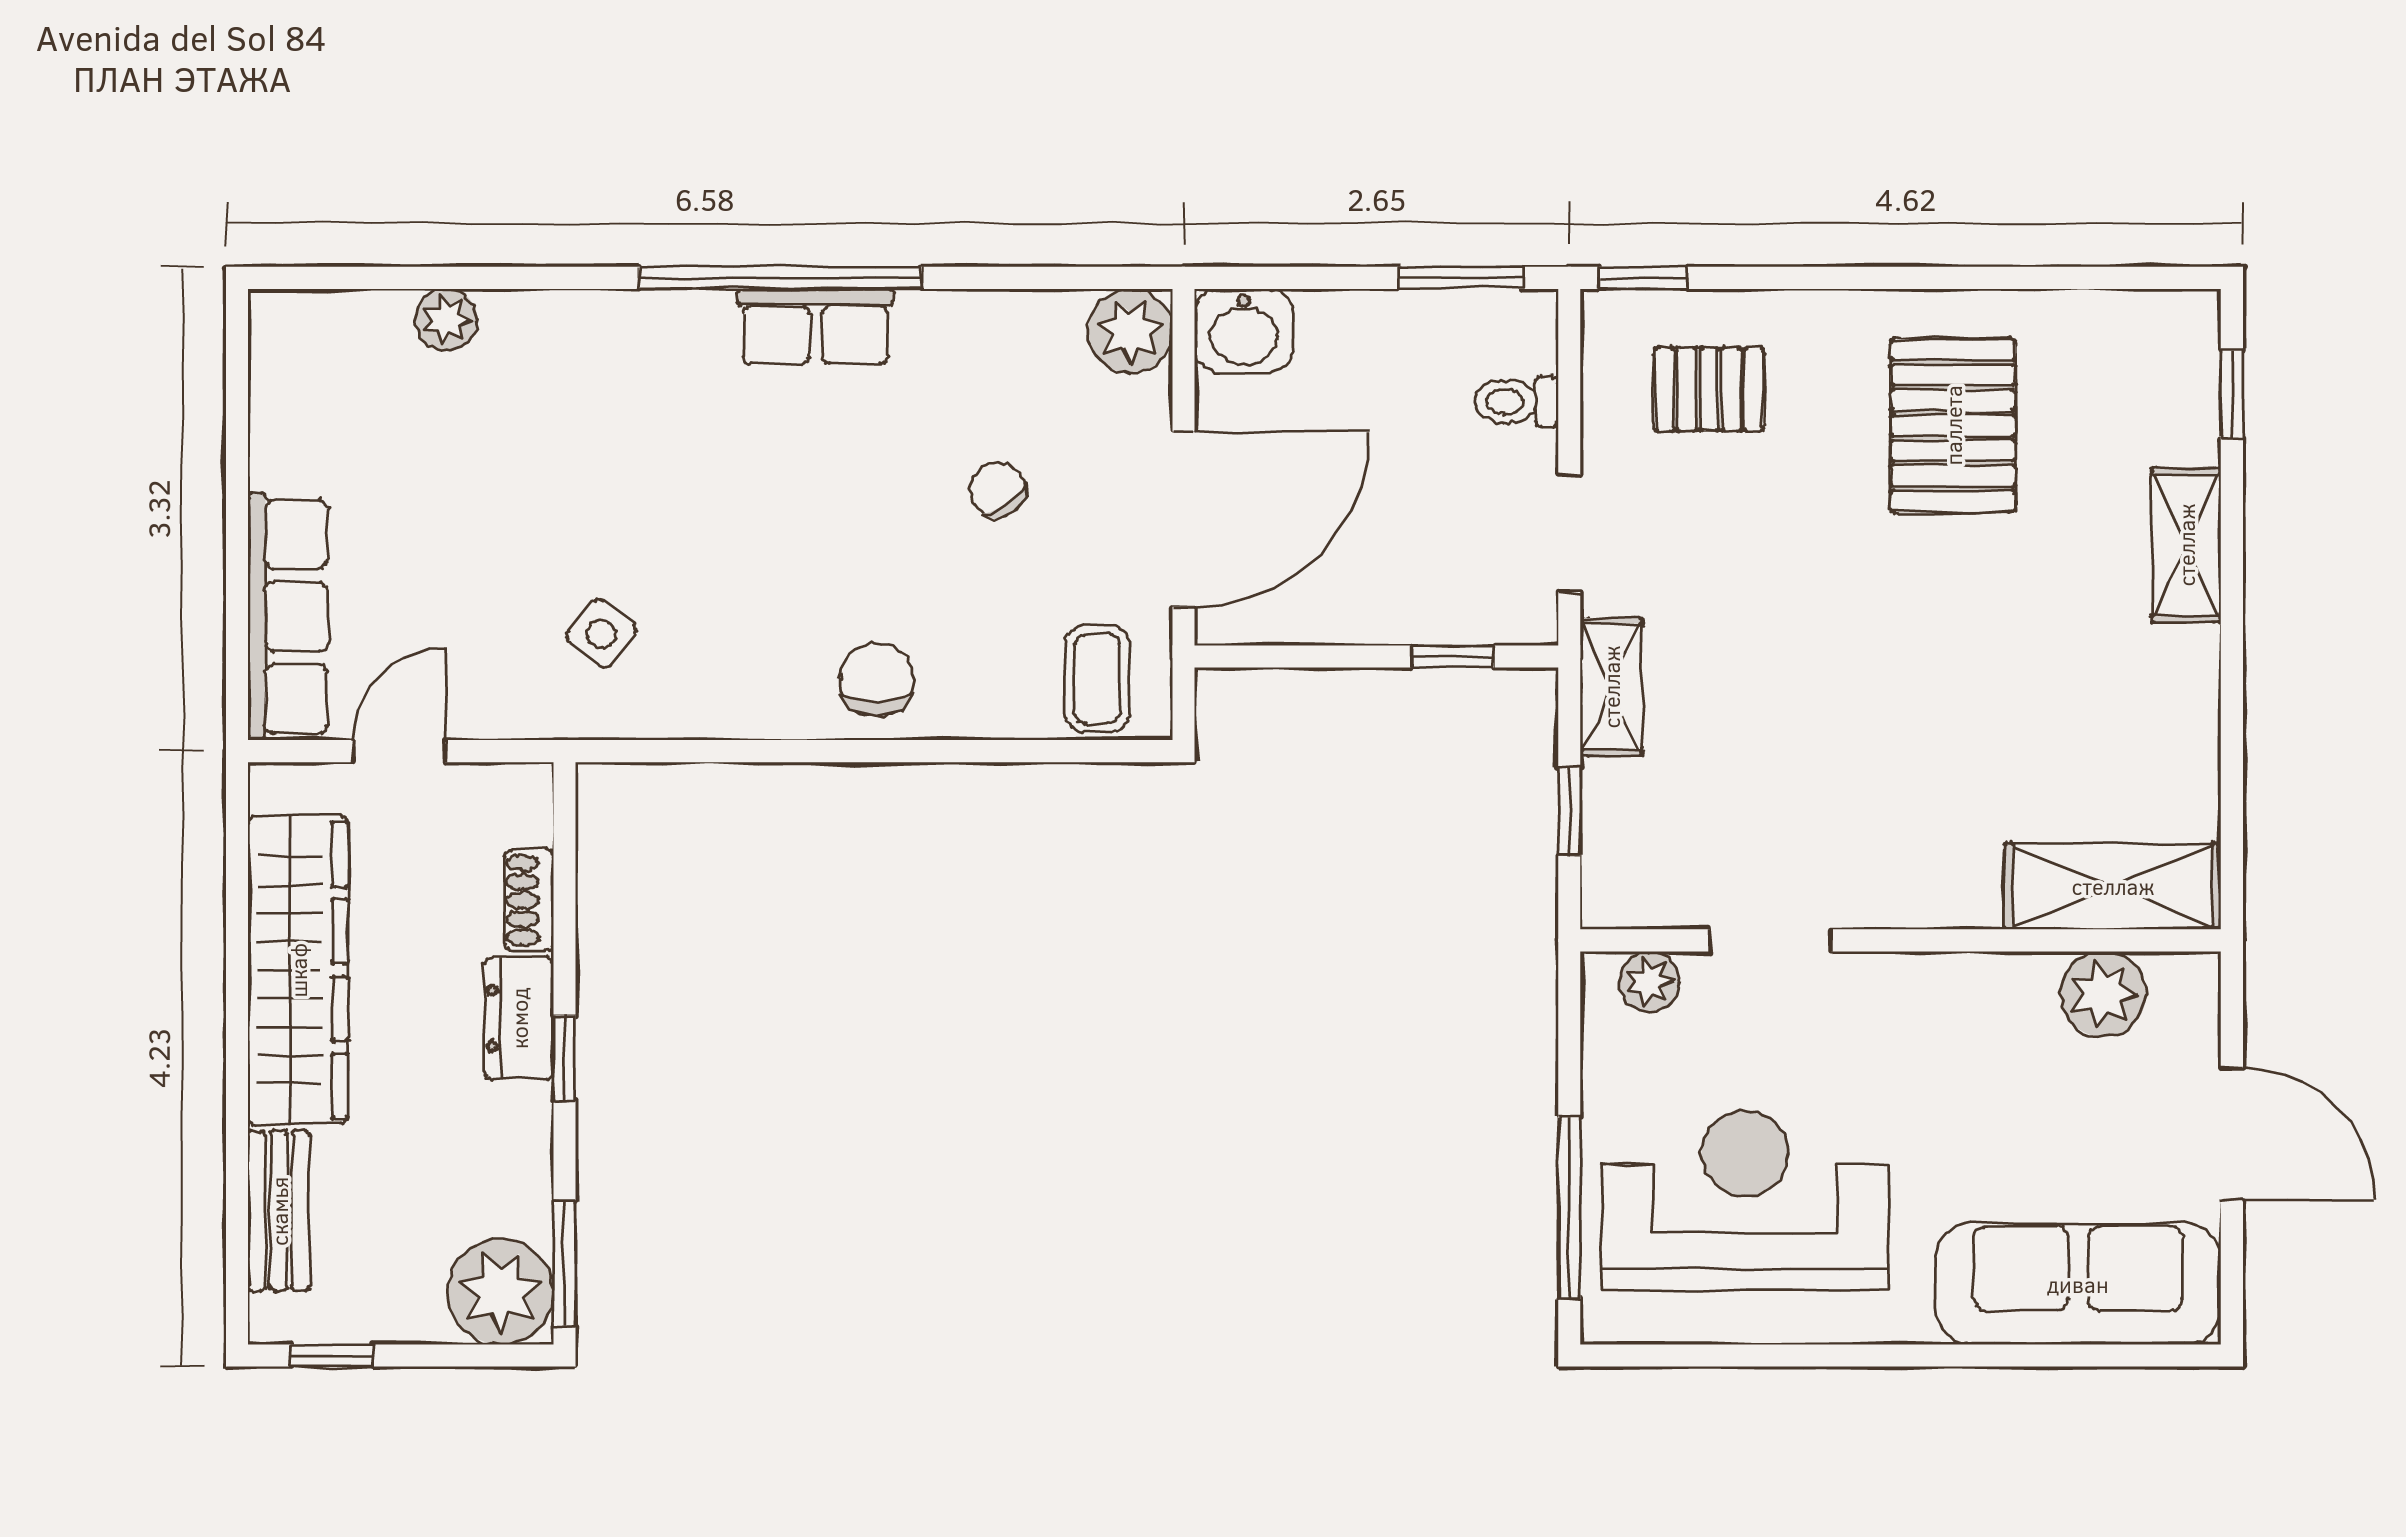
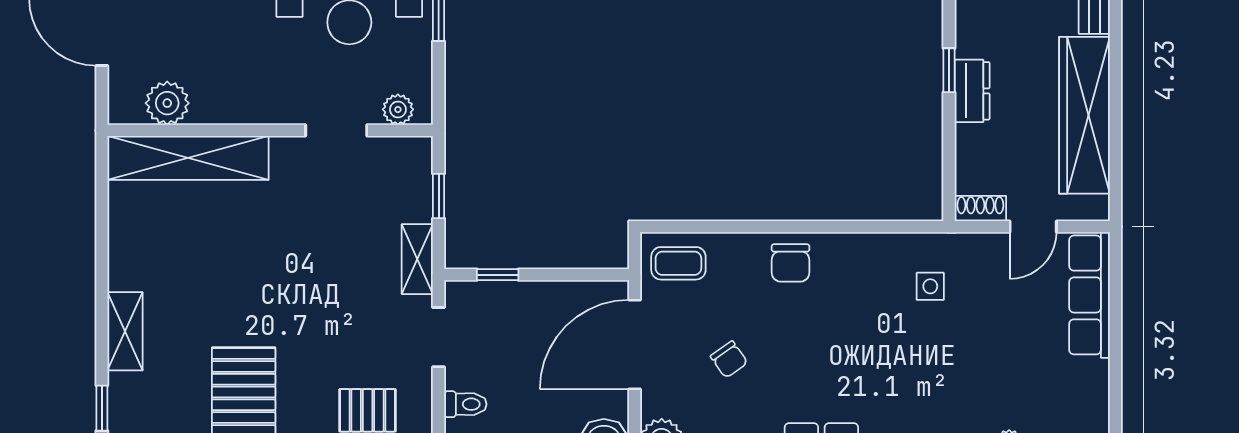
side table: (601, 634) -> (930, 286), turned -38
coffee table: (1097, 679) -> (678, 263), turned 90
shelving: (2113, 886) -> (188, 158), width x1.47
shoe rack: (529, 900) -> (980, 208), moved, turned -90

